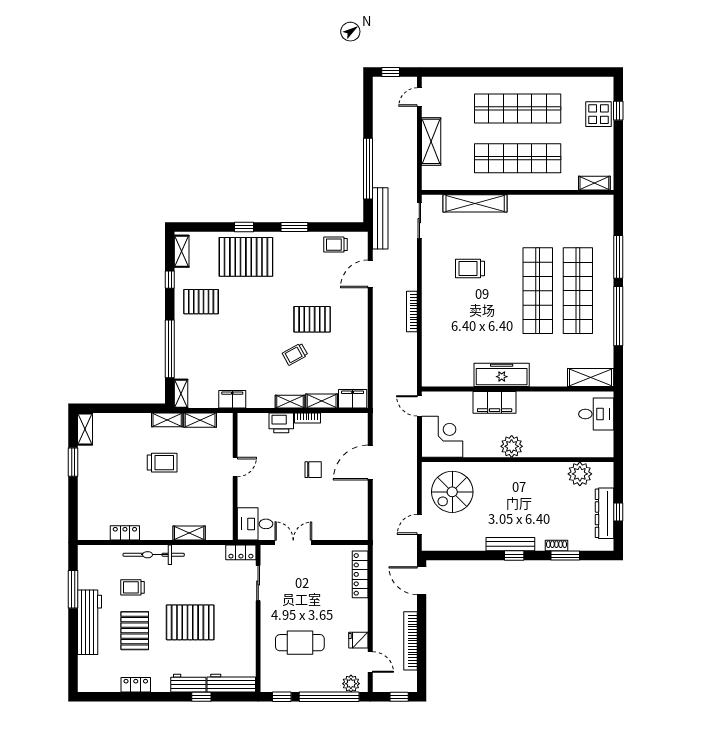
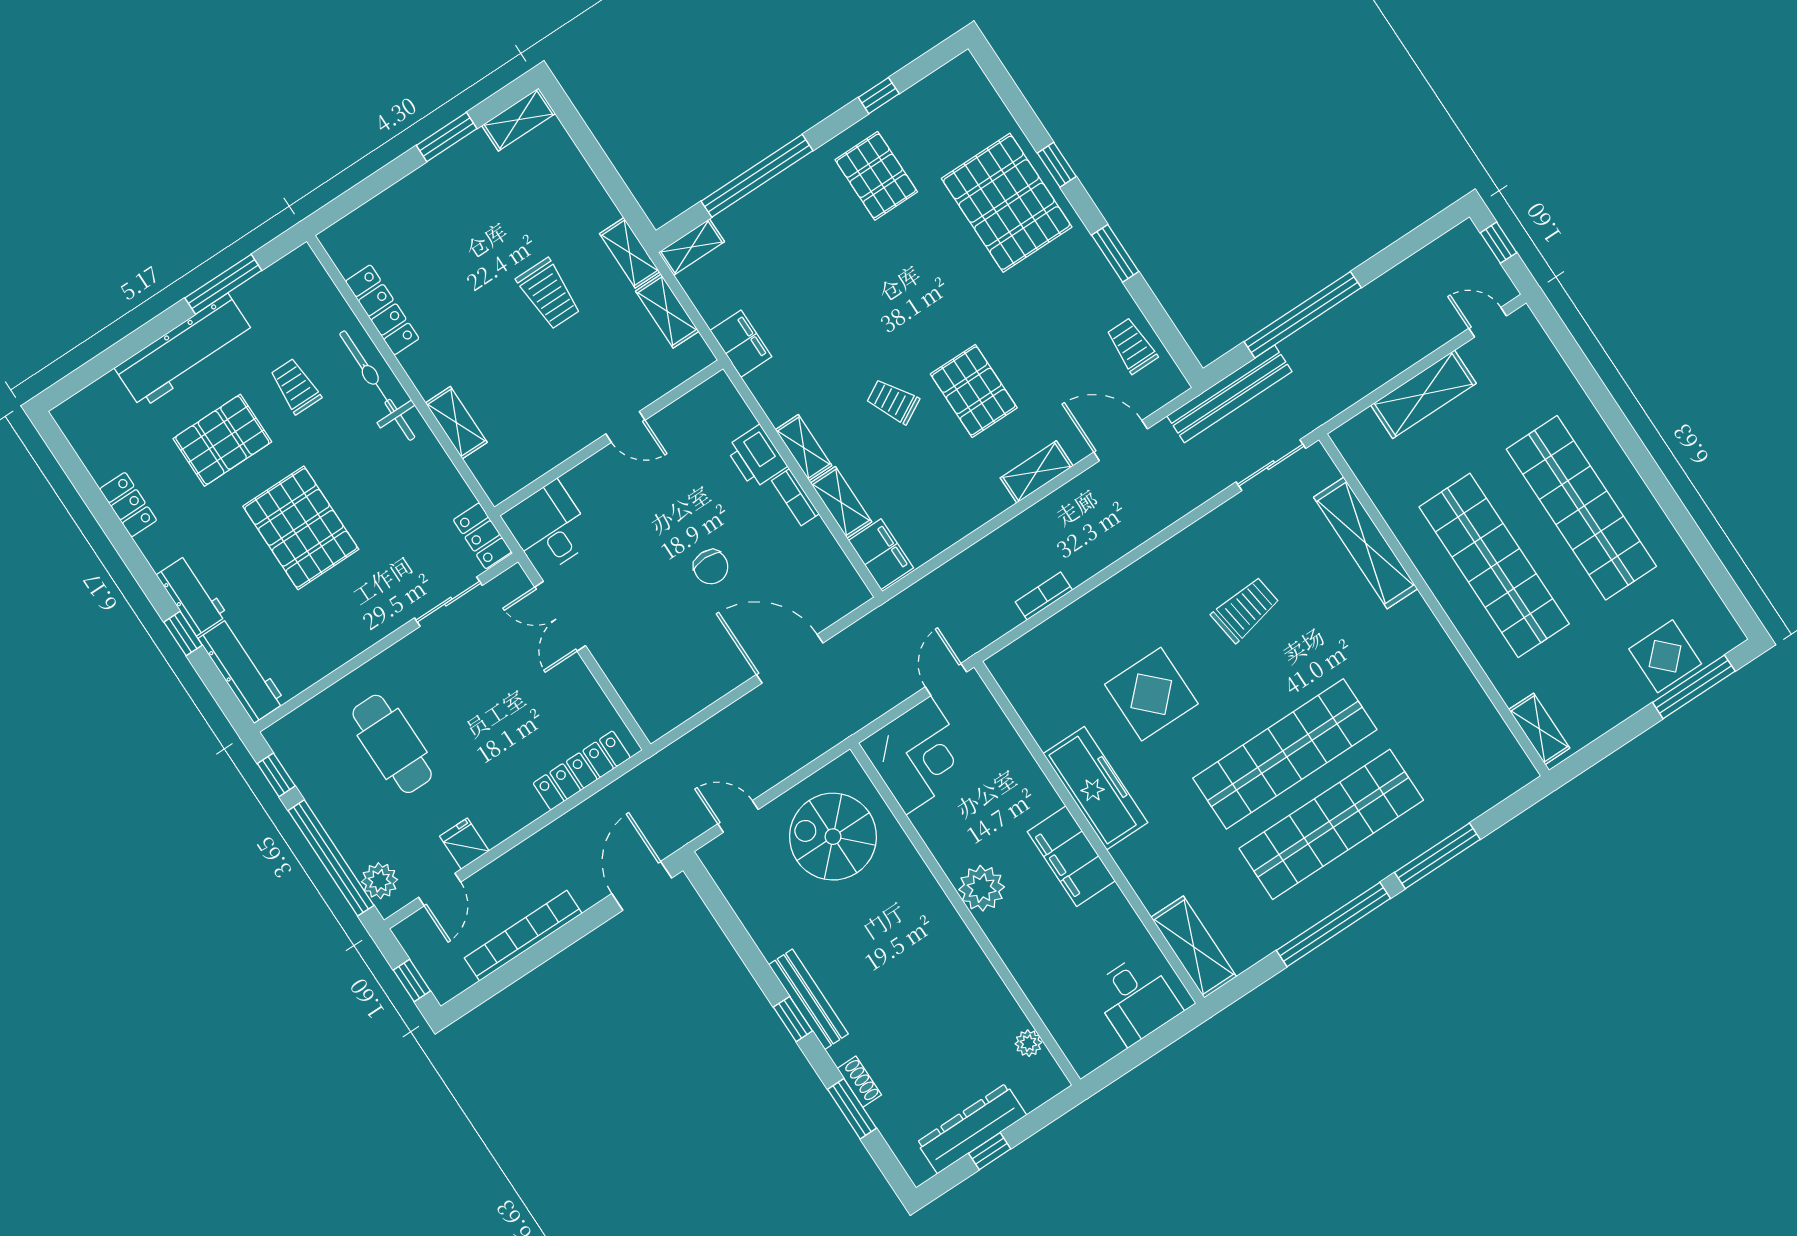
window: (618, 111) -> (1694, 687), width x2.17
shelving: (182, 251) -> (1037, 472), moved
trolley: (470, 269) -> (1245, 609), turned 82
bookcase: (412, 312) -> (1044, 596), moved, width x0.64
display table: (479, 328) -> (1151, 694), added
filing cabinet: (495, 402) -> (1071, 856), moved
plant: (580, 474) -> (1028, 1043), width x0.53, depth x0.53
locker: (125, 533) -> (382, 310), width x1.53
double door: (293, 543) -> (560, 616), swing flipped

